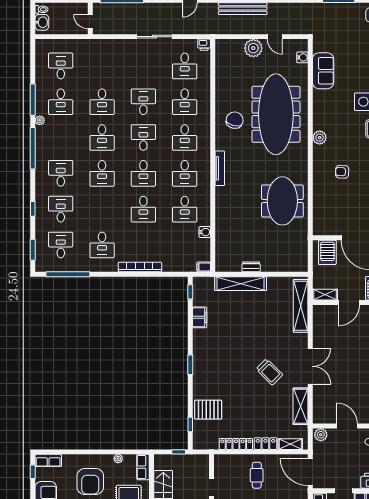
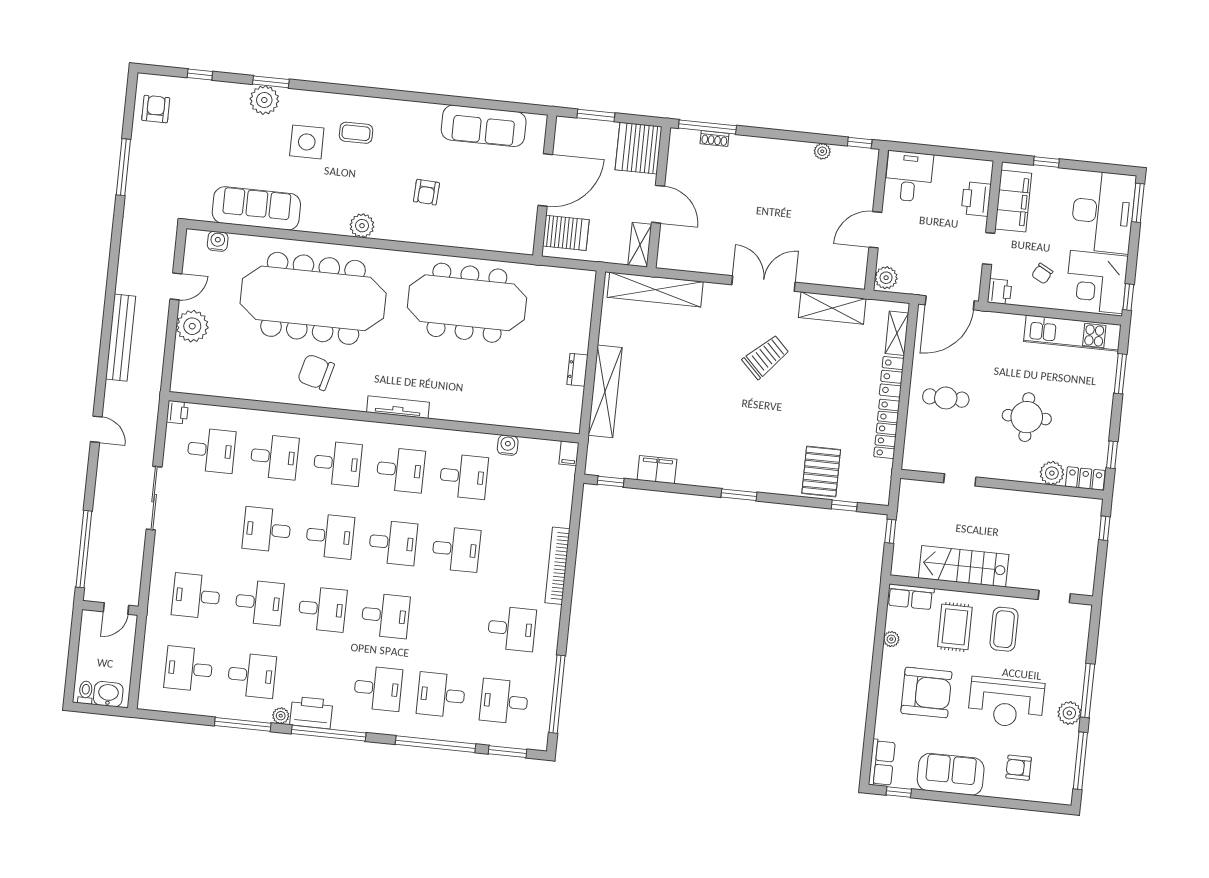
desk: (102, 66) -> (196, 596), added
sofa: (323, 71) -> (256, 208), width x1.36
printer: (43, 137) -> (311, 713), added
desk: (143, 138) -> (330, 536), turned 180
desk: (61, 173) -> (378, 688), turned 180
meeting table: (282, 201) -> (467, 303), width x1.36
window: (33, 209) -> (435, 744), width x3.17

